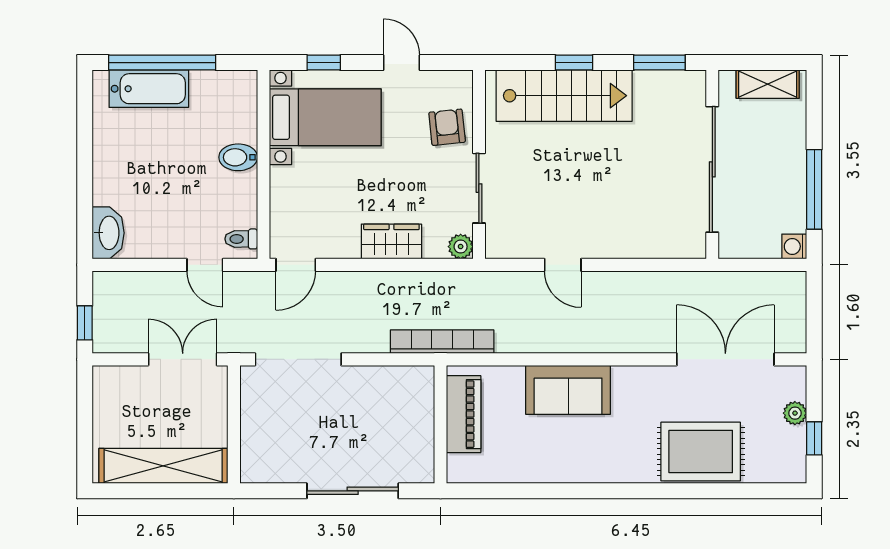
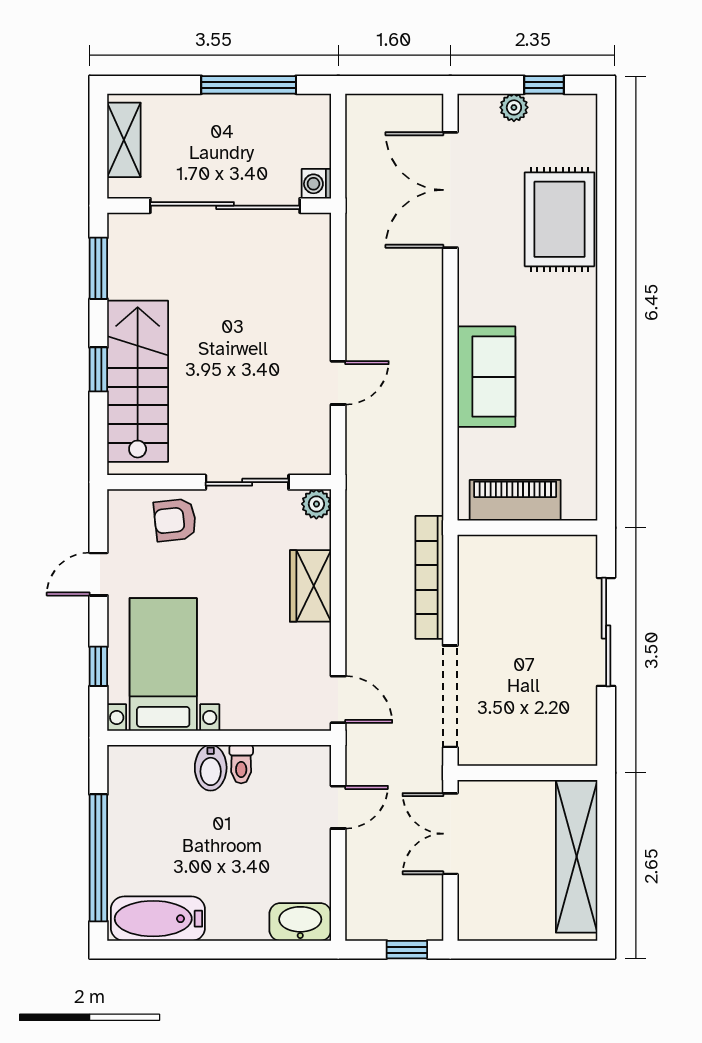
bathtub: (149, 89) -> (158, 919), moved, turned -90
toilet: (241, 239) -> (241, 764), moved
washing machine: (794, 246) -> (316, 184), moved, turned 90
bookcase: (442, 342) -> (429, 577), moved

